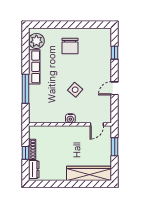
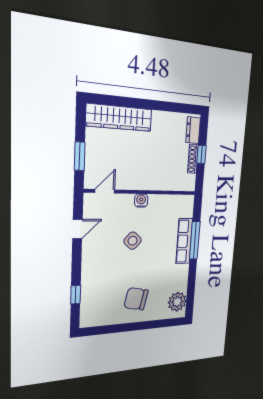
chair: (70, 46) -> (136, 299), turned -78
row of seats: (34, 67) -> (184, 241), moved
door: (115, 88) -> (78, 229), moved

